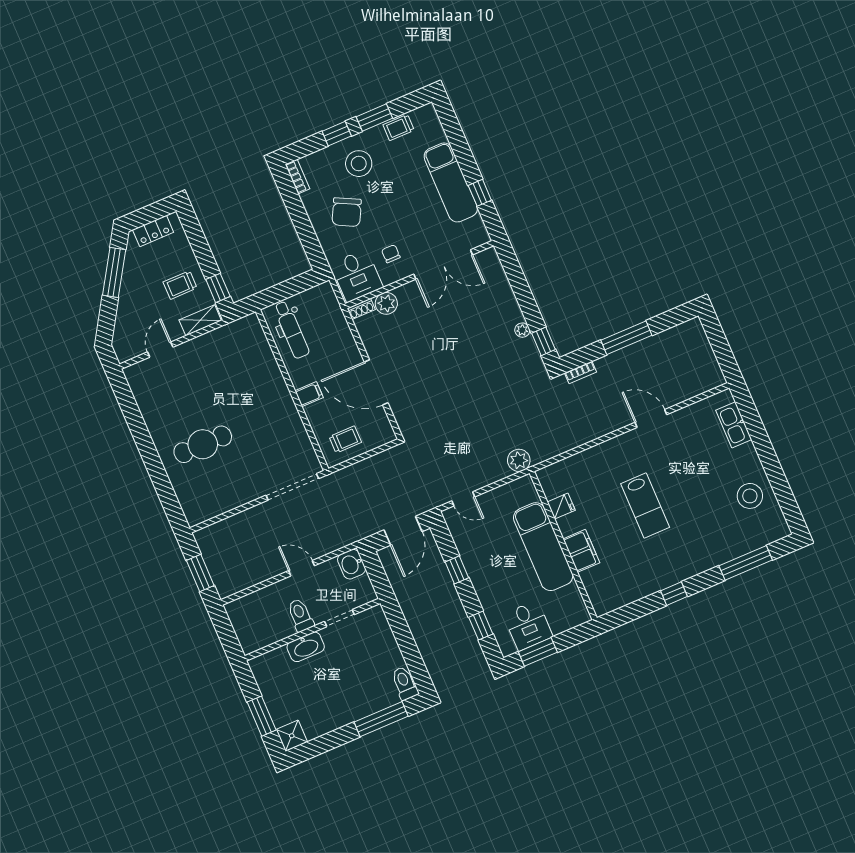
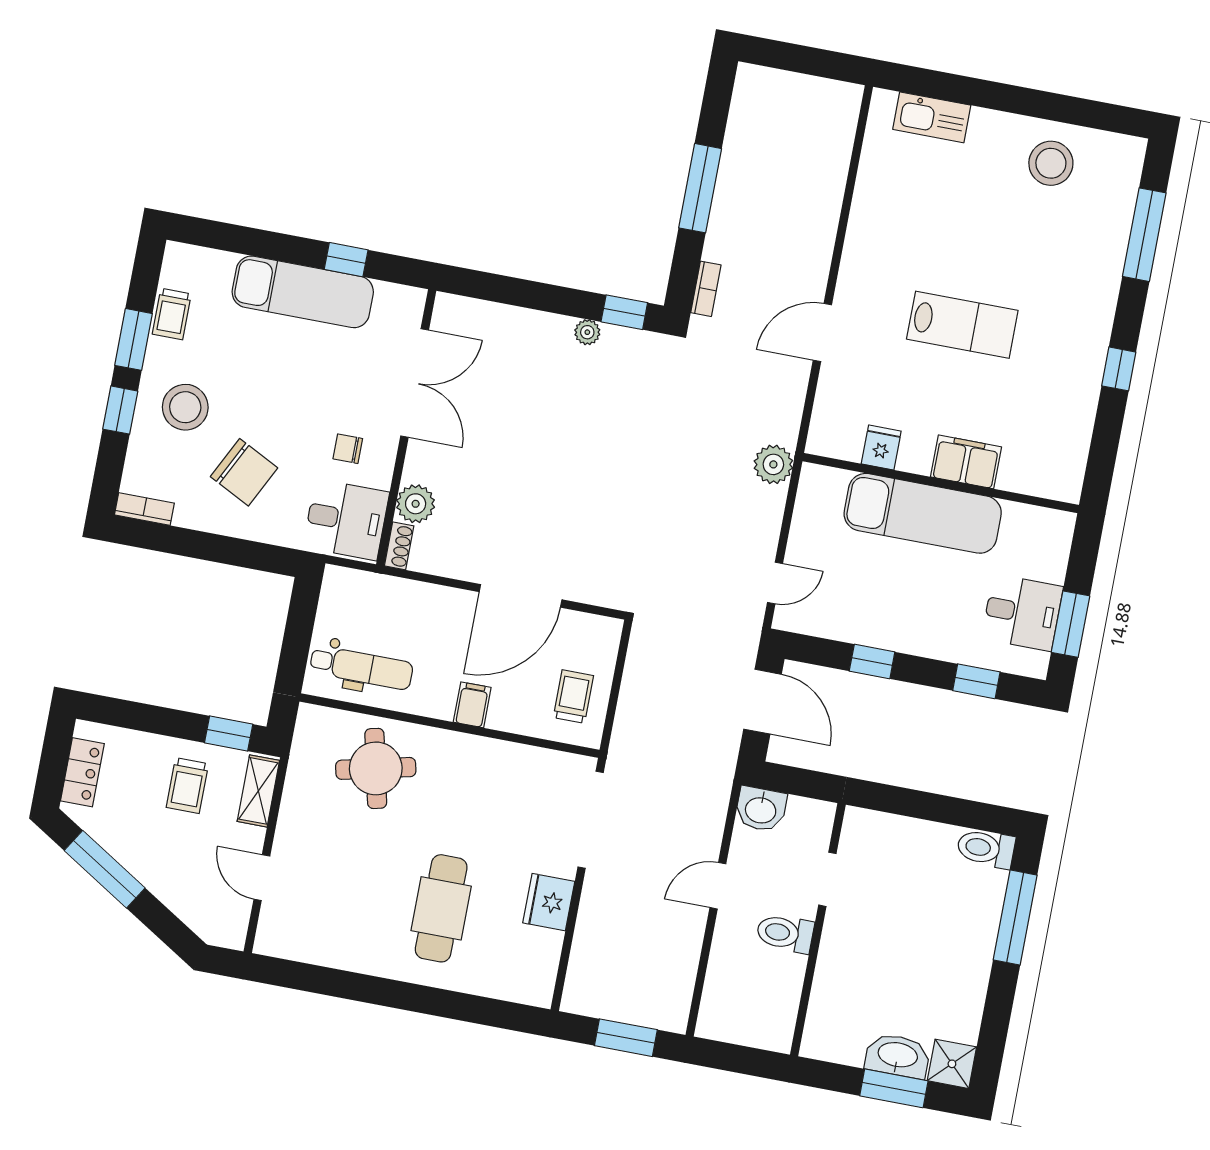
round table: (248, 369) -> (376, 768), added
door: (651, 418) -> (822, 333), moved
fridge: (240, 493) -> (549, 902), added
washbasin: (306, 647) -> (898, 1056), moved, turned -90

